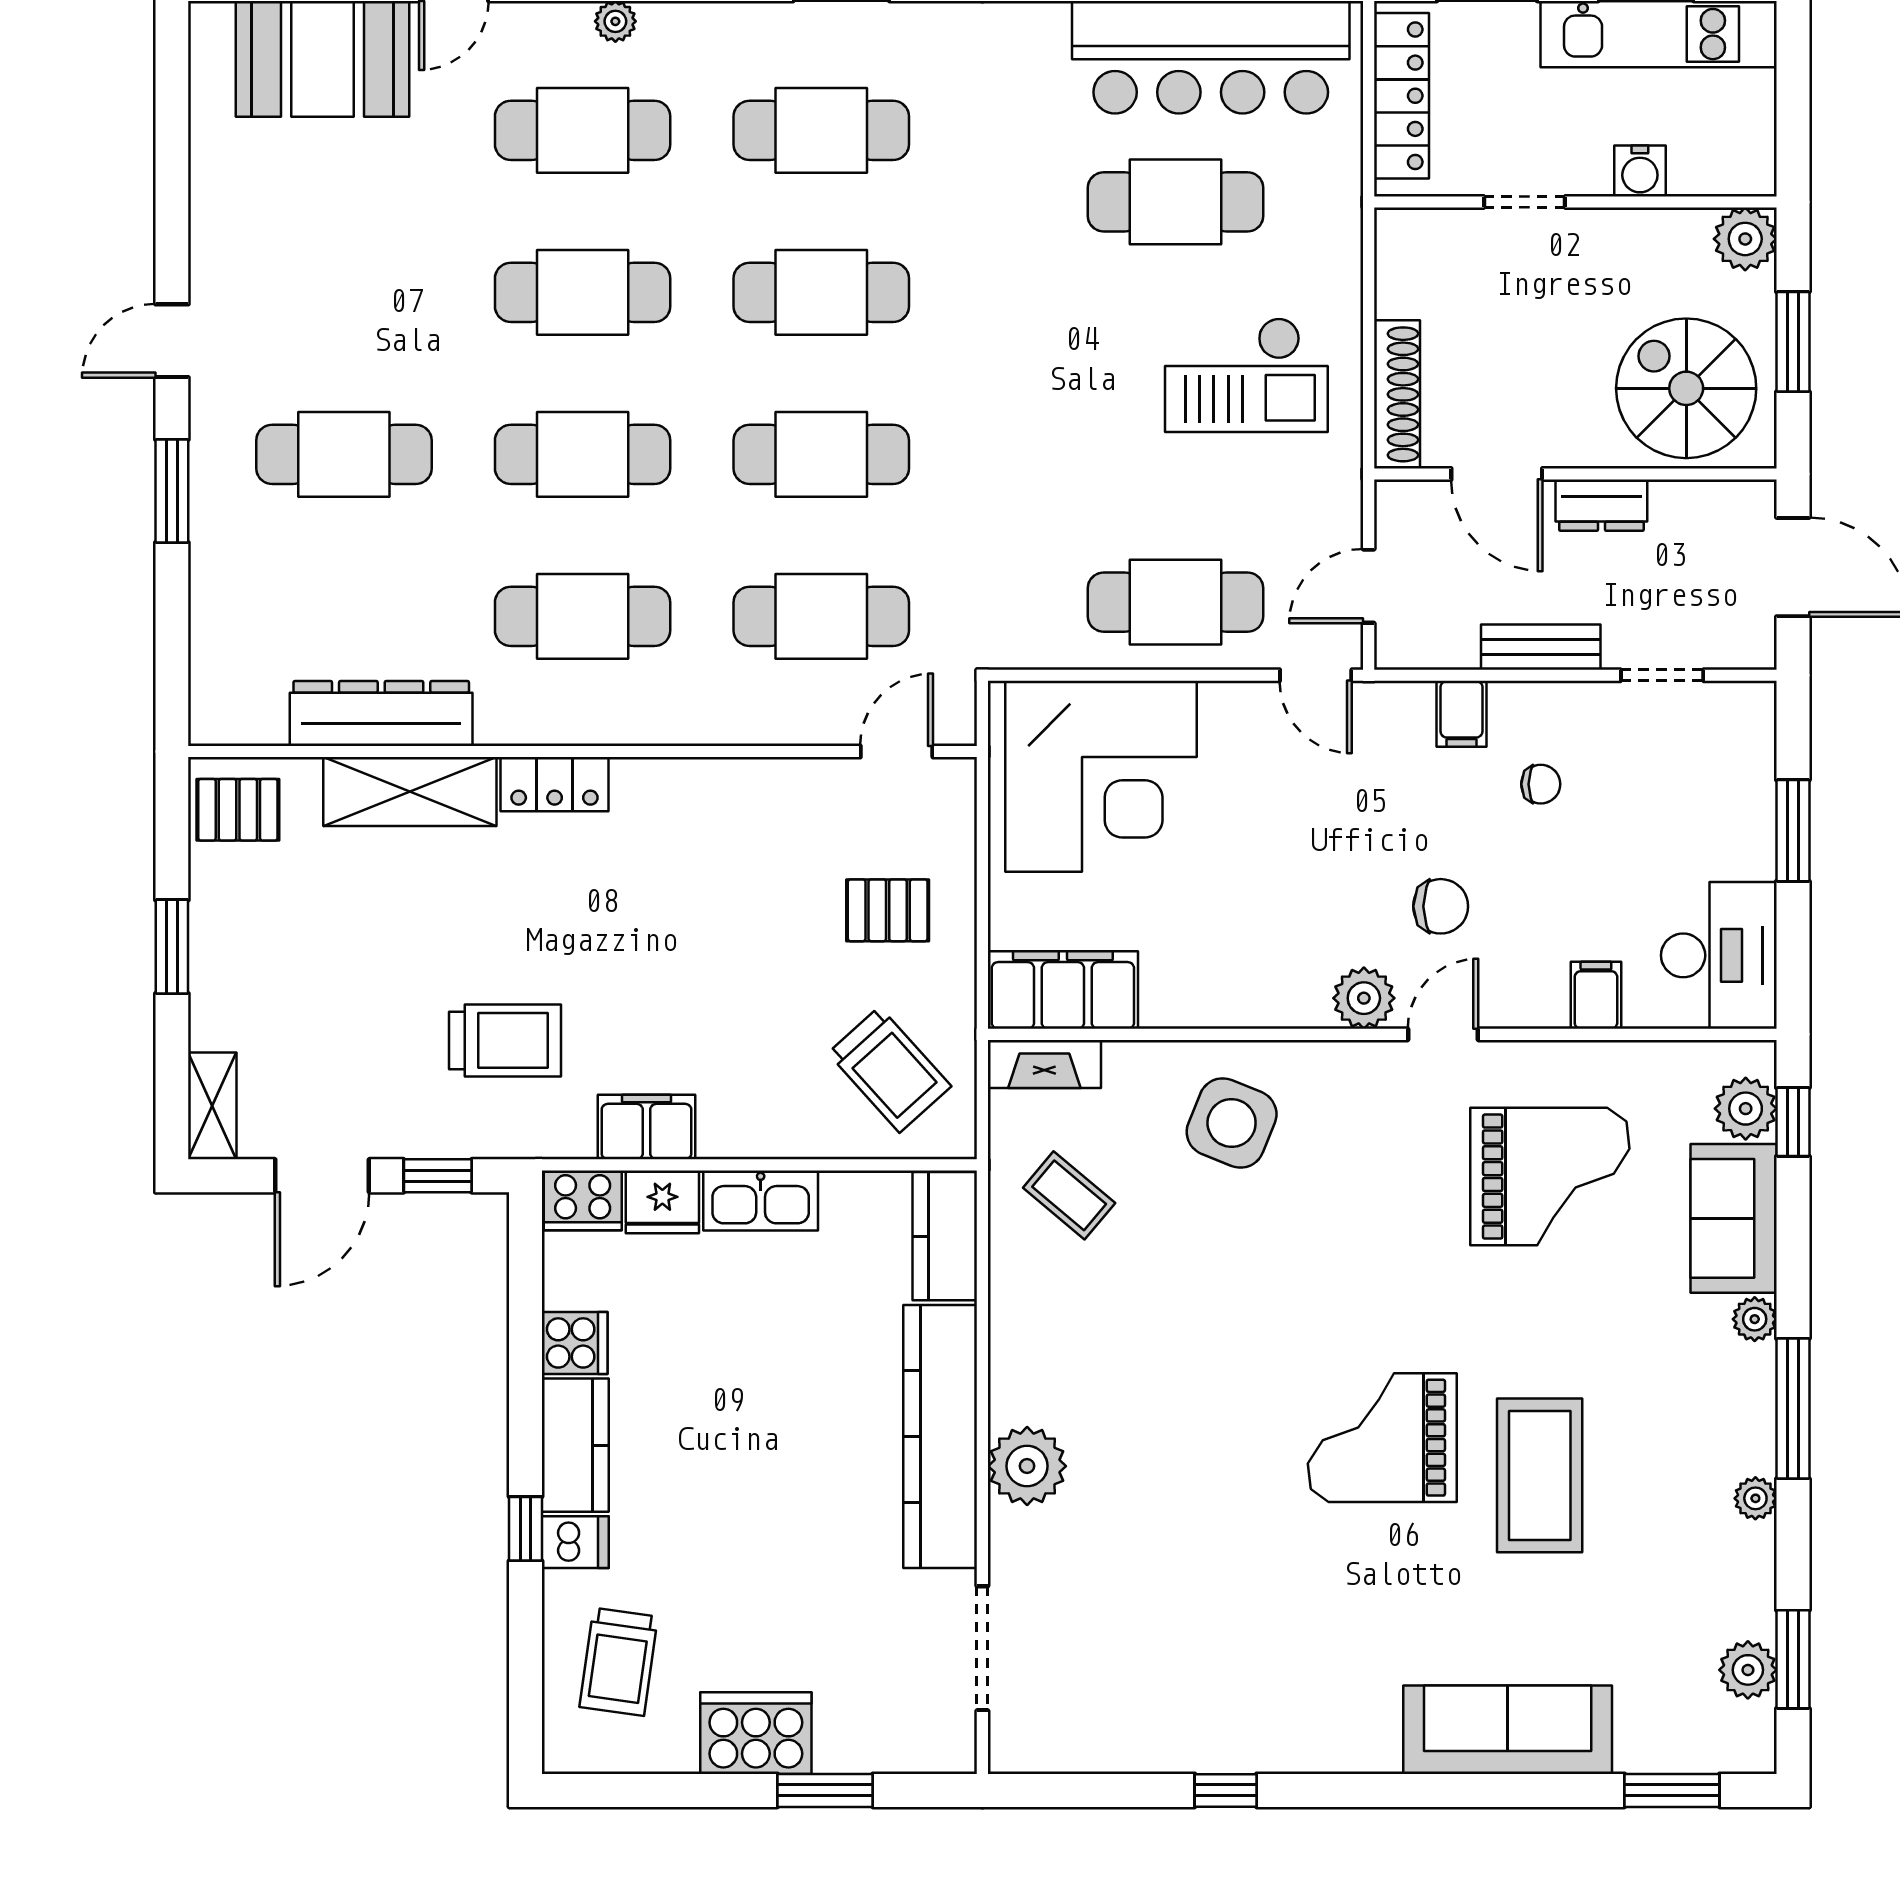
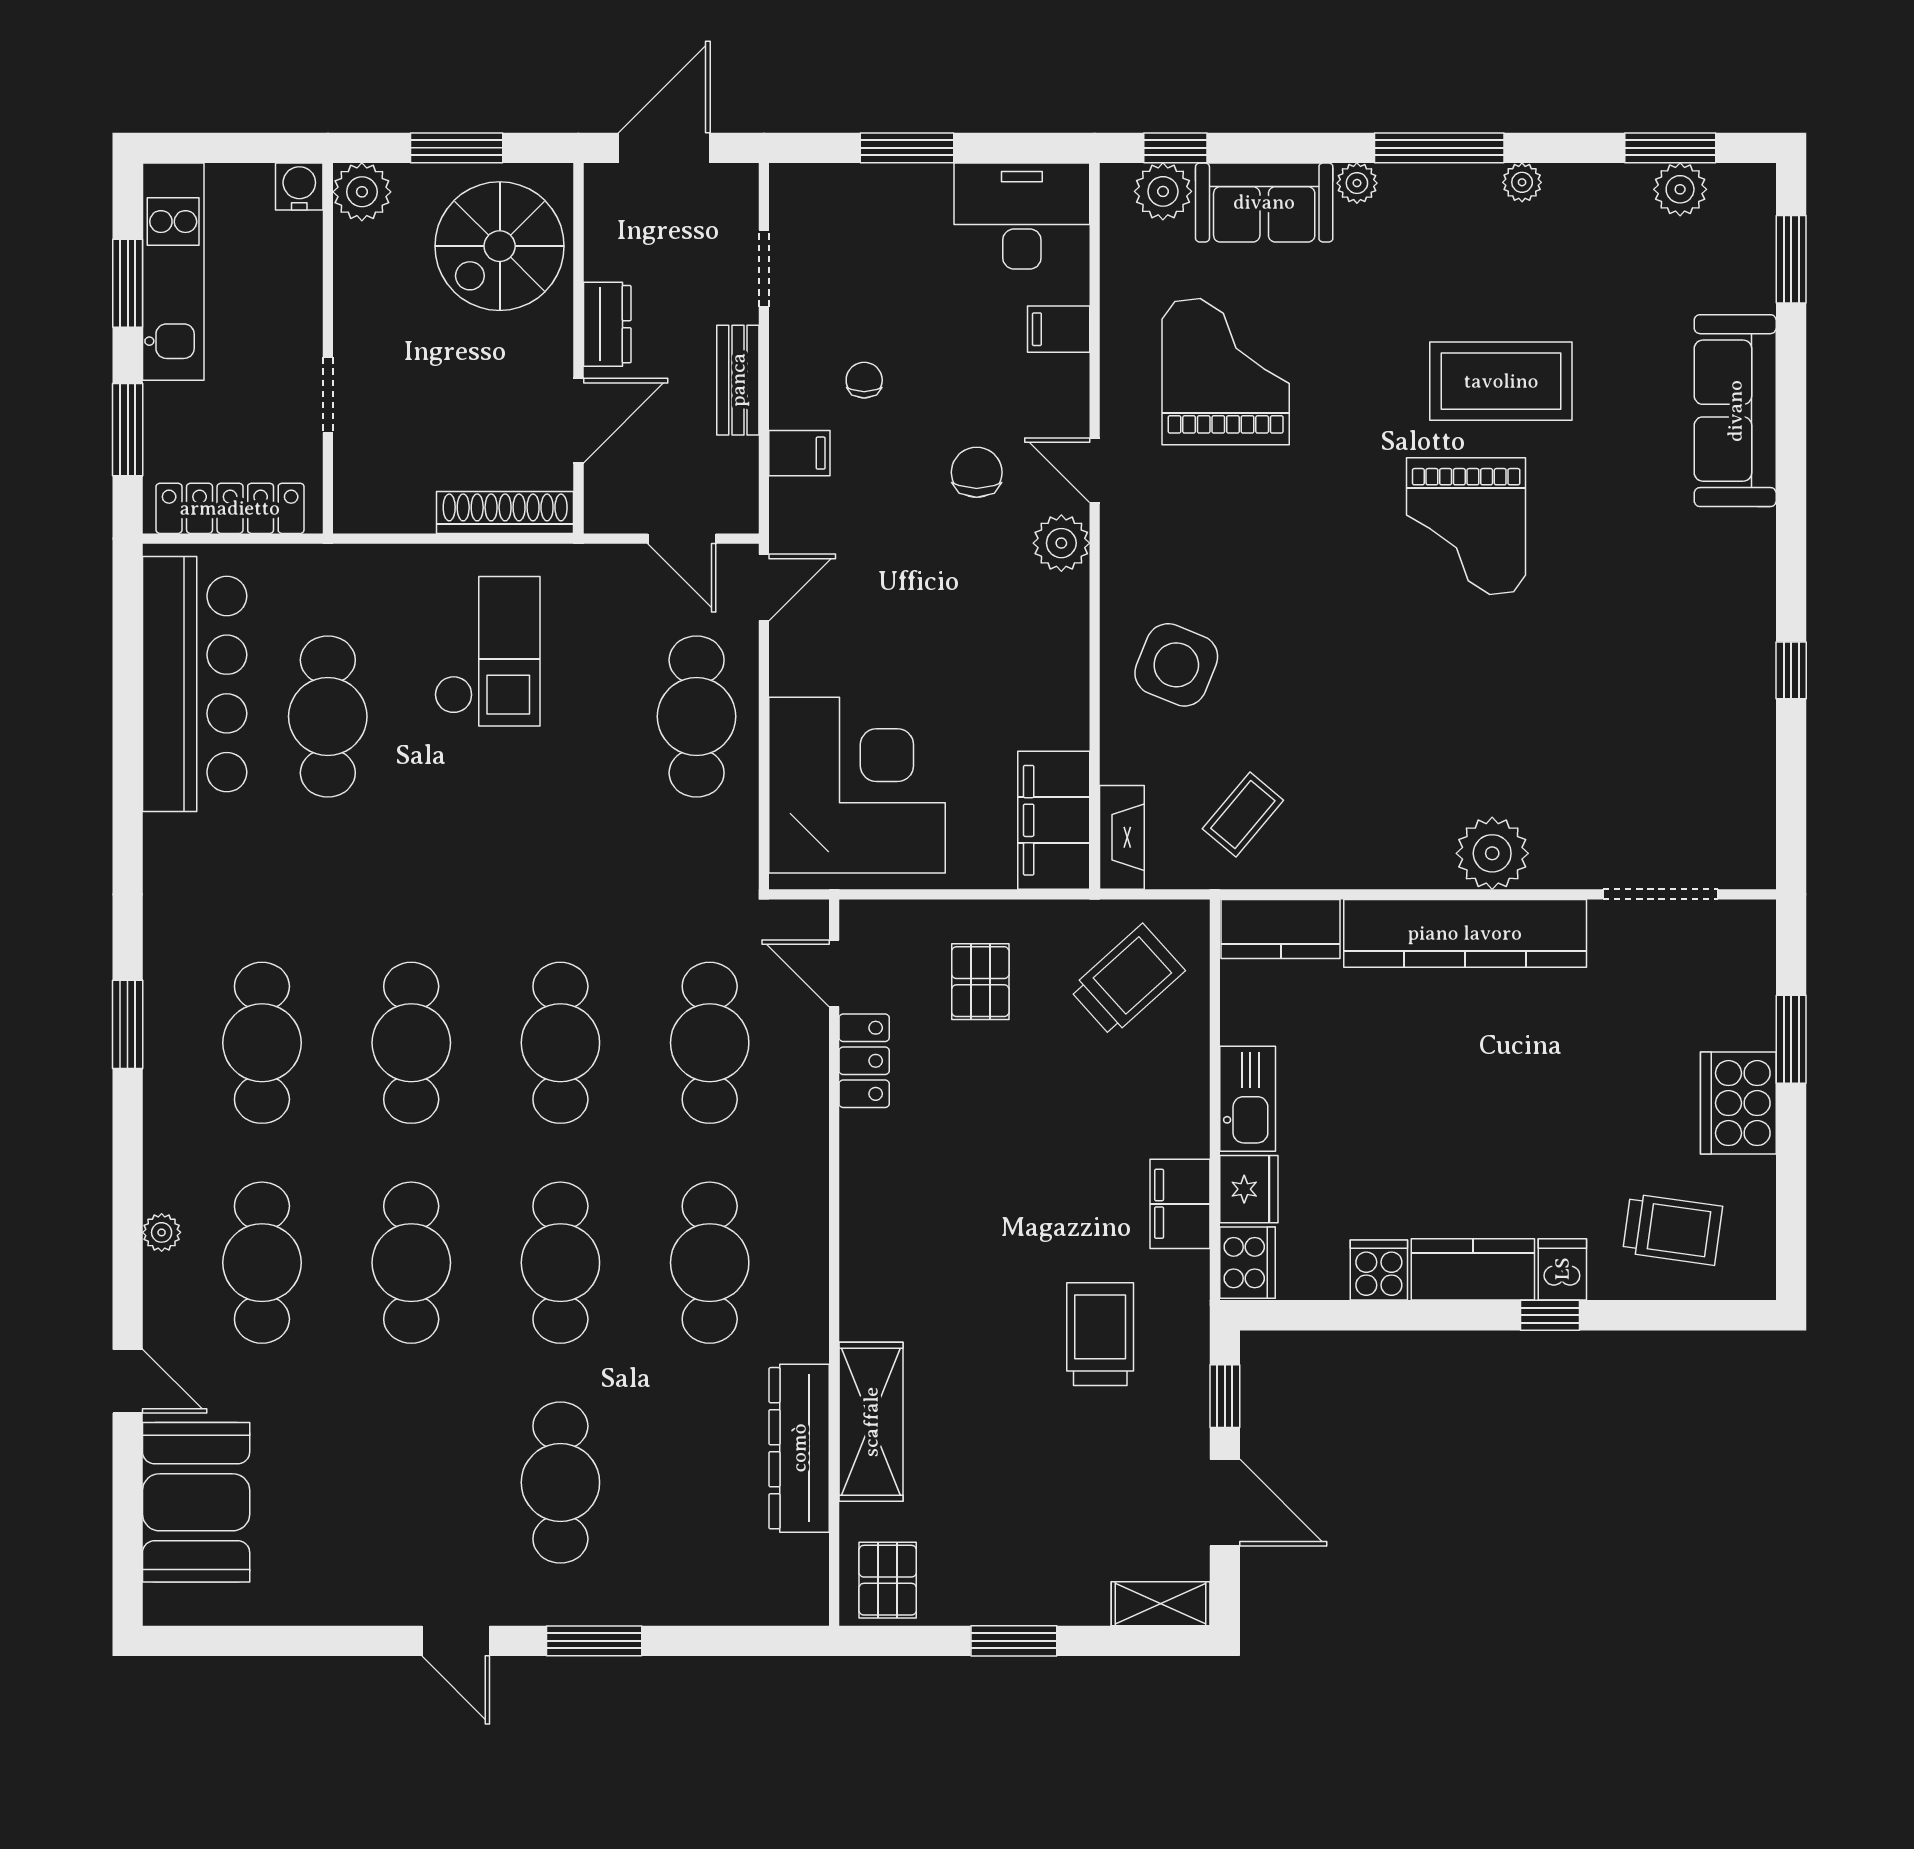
water cooler: (1640, 171) -> (299, 186), moved, turned -90
locker: (555, 784) -> (864, 1061), moved

